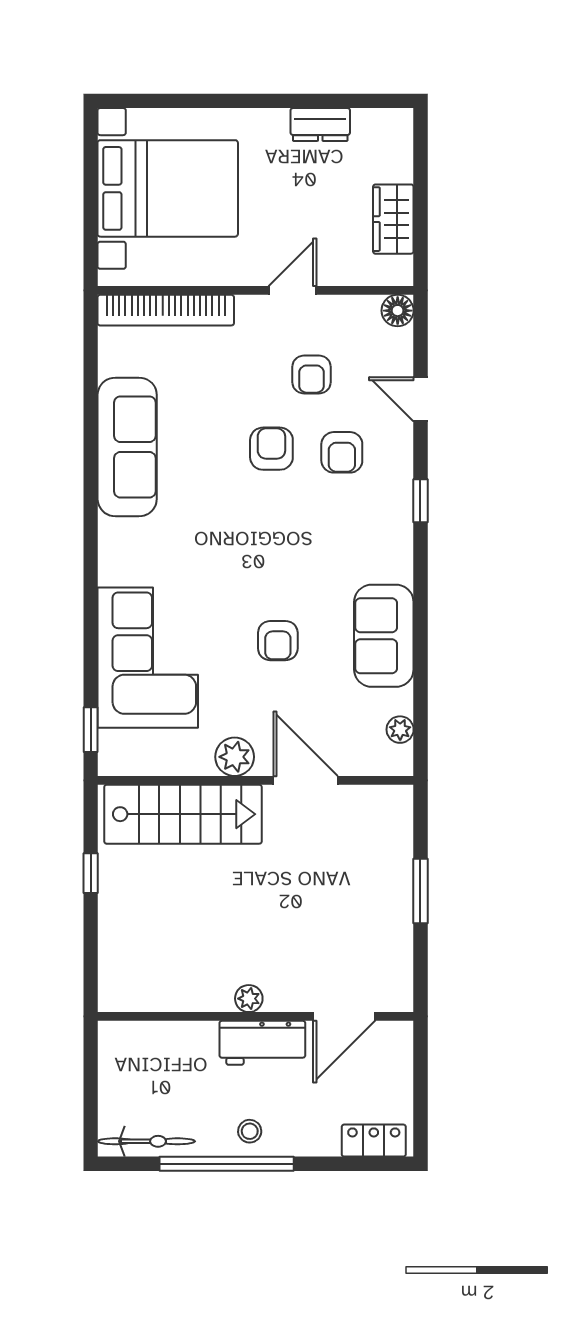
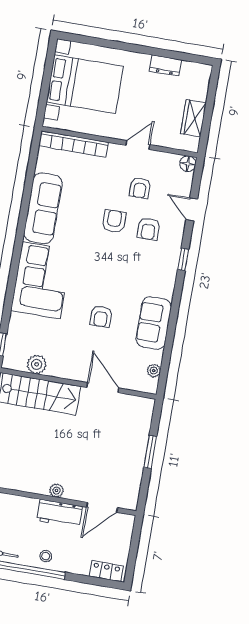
corner sofa: (148, 658) -> (41, 280), moved
plant: (235, 757) -> (37, 364), moved

